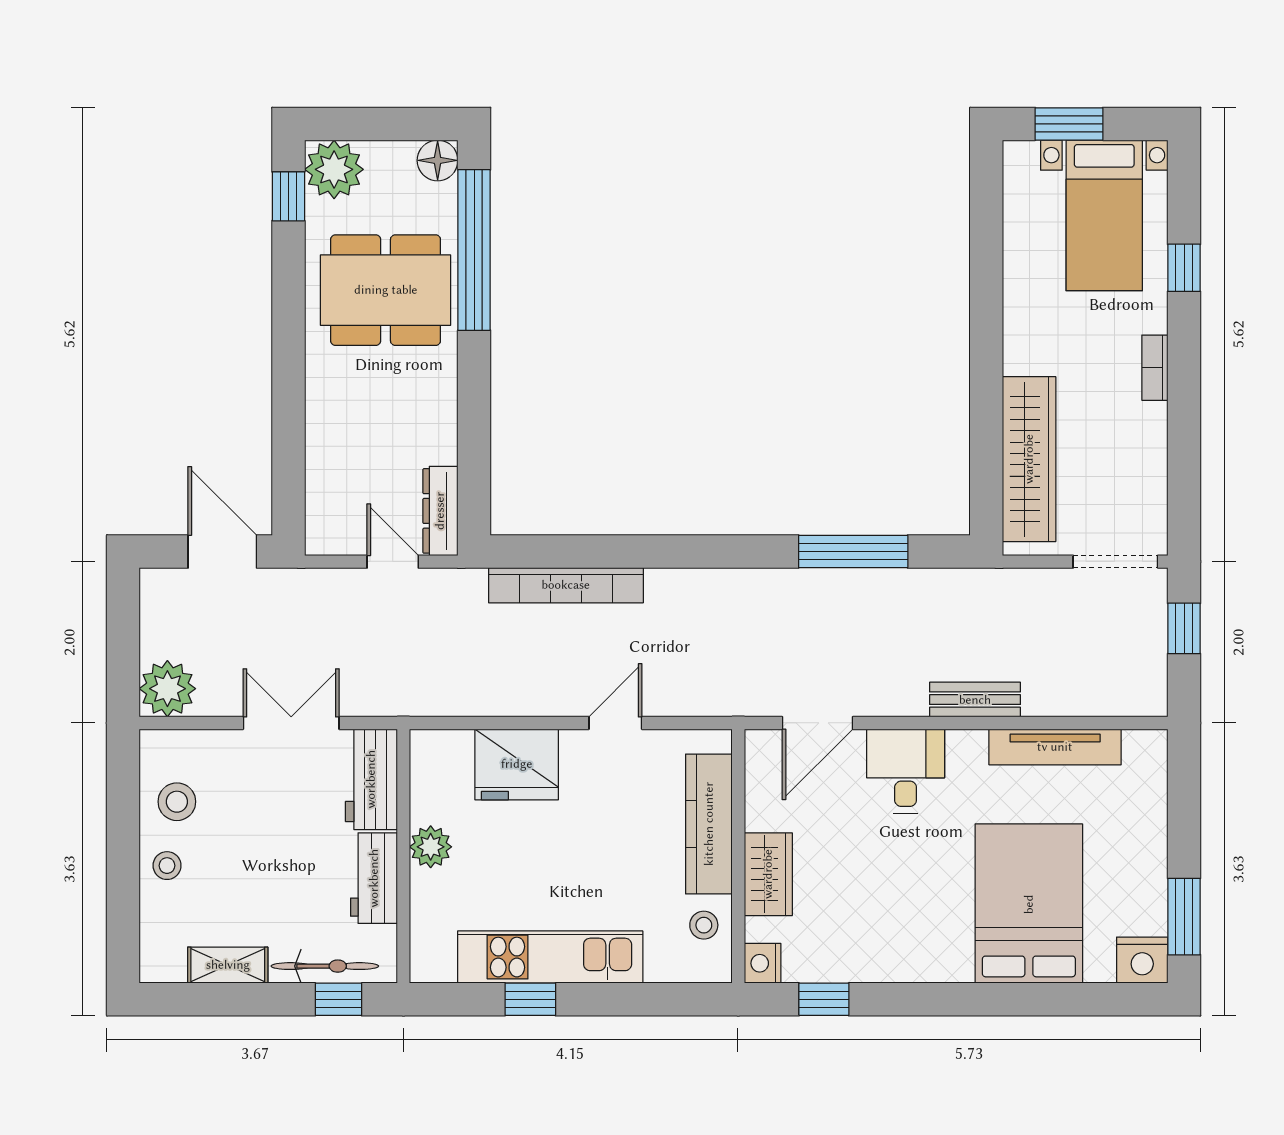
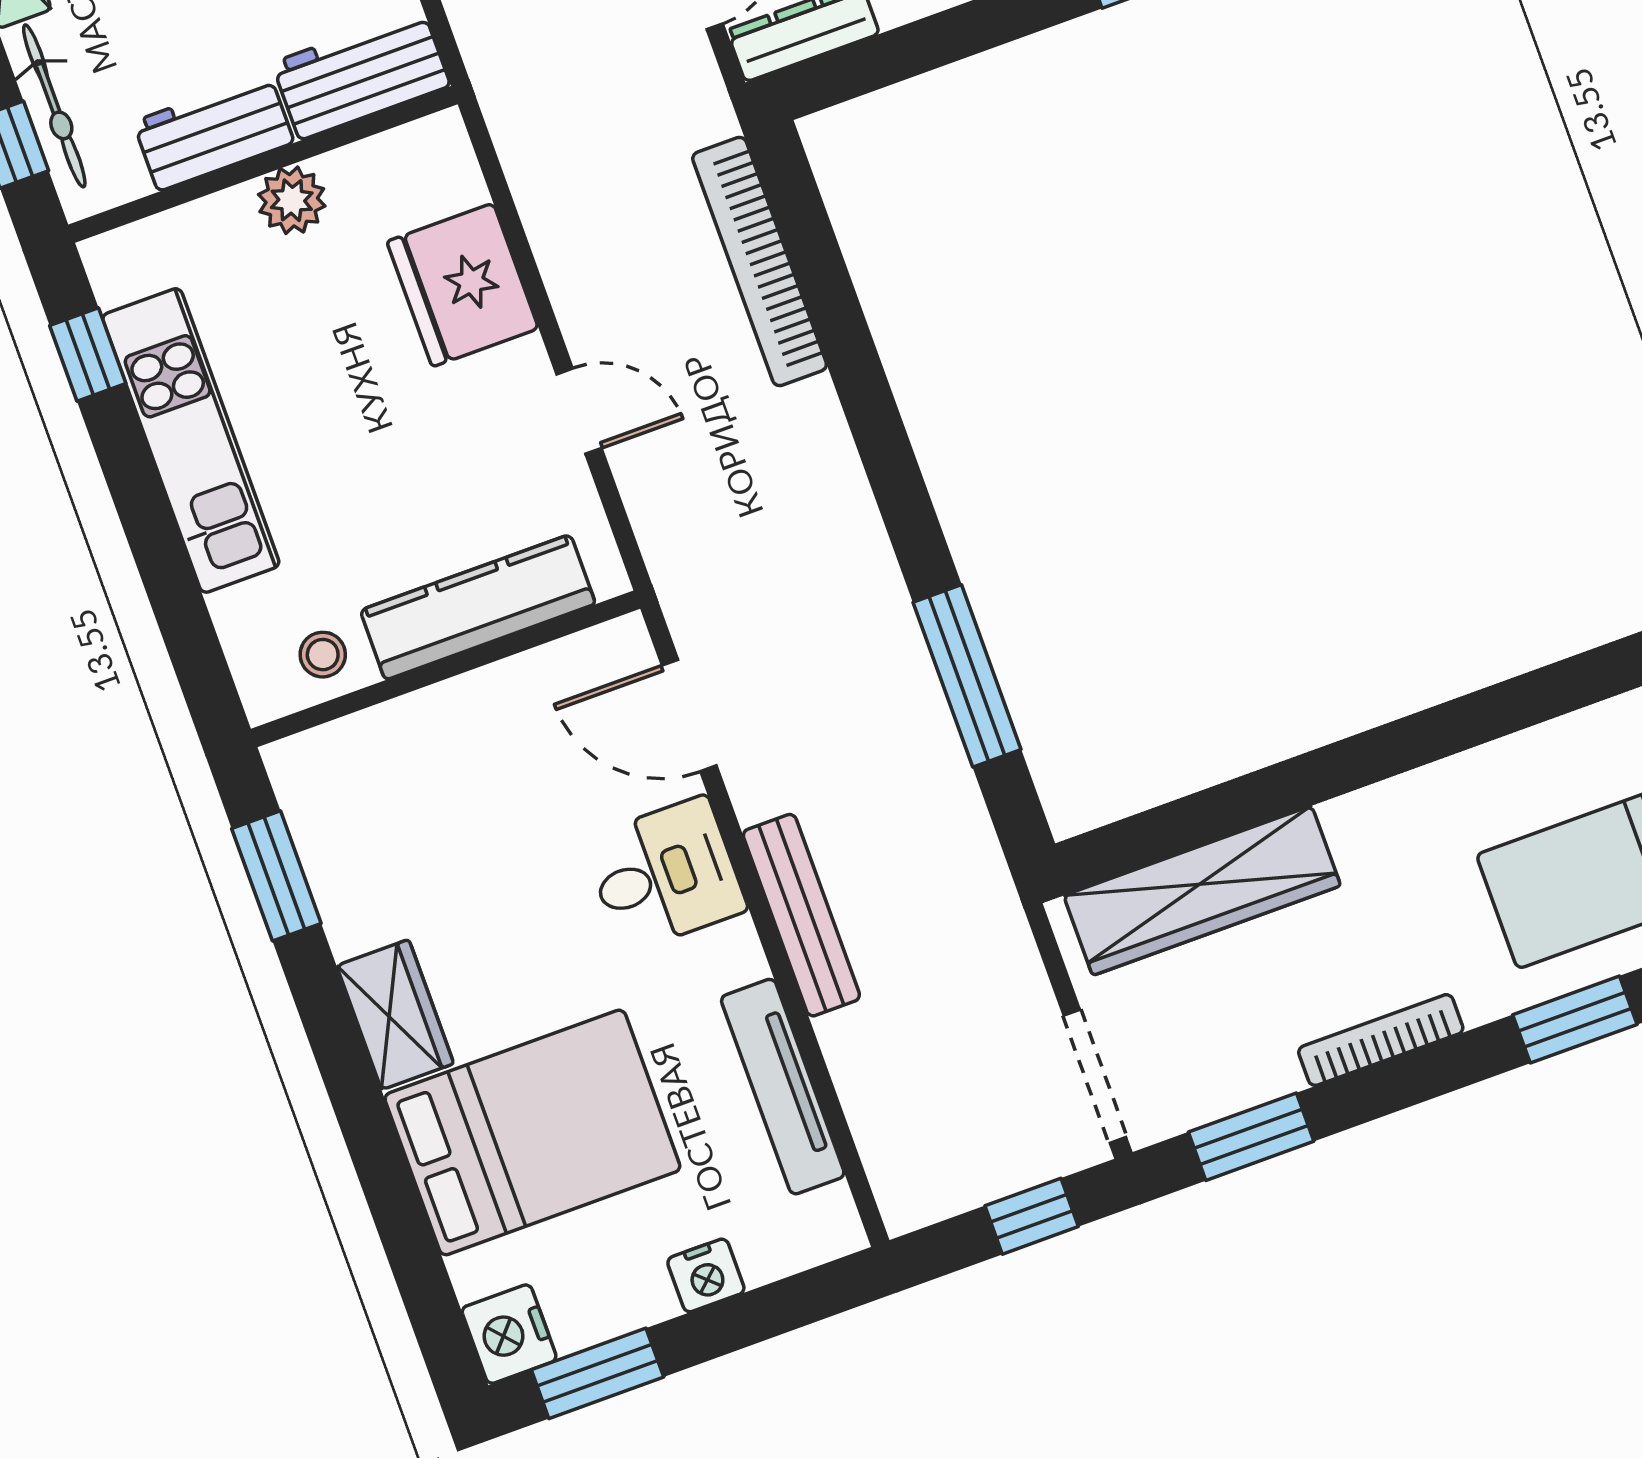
window: (1184, 268) -> (1575, 1020), width x1.50
bookcase: (1155, 368) -> (1381, 1040), width x1.56
window: (1184, 483) -> (1251, 1137), added
bench: (975, 700) -> (801, 915), width x1.36
wardrobe: (768, 874) -> (395, 1015), moved, turned -90
nightstand: (763, 963) -> (706, 1275), moved, turned 180
window: (530, 999) -> (88, 355), moved
window: (824, 999) -> (276, 876), width x1.50

